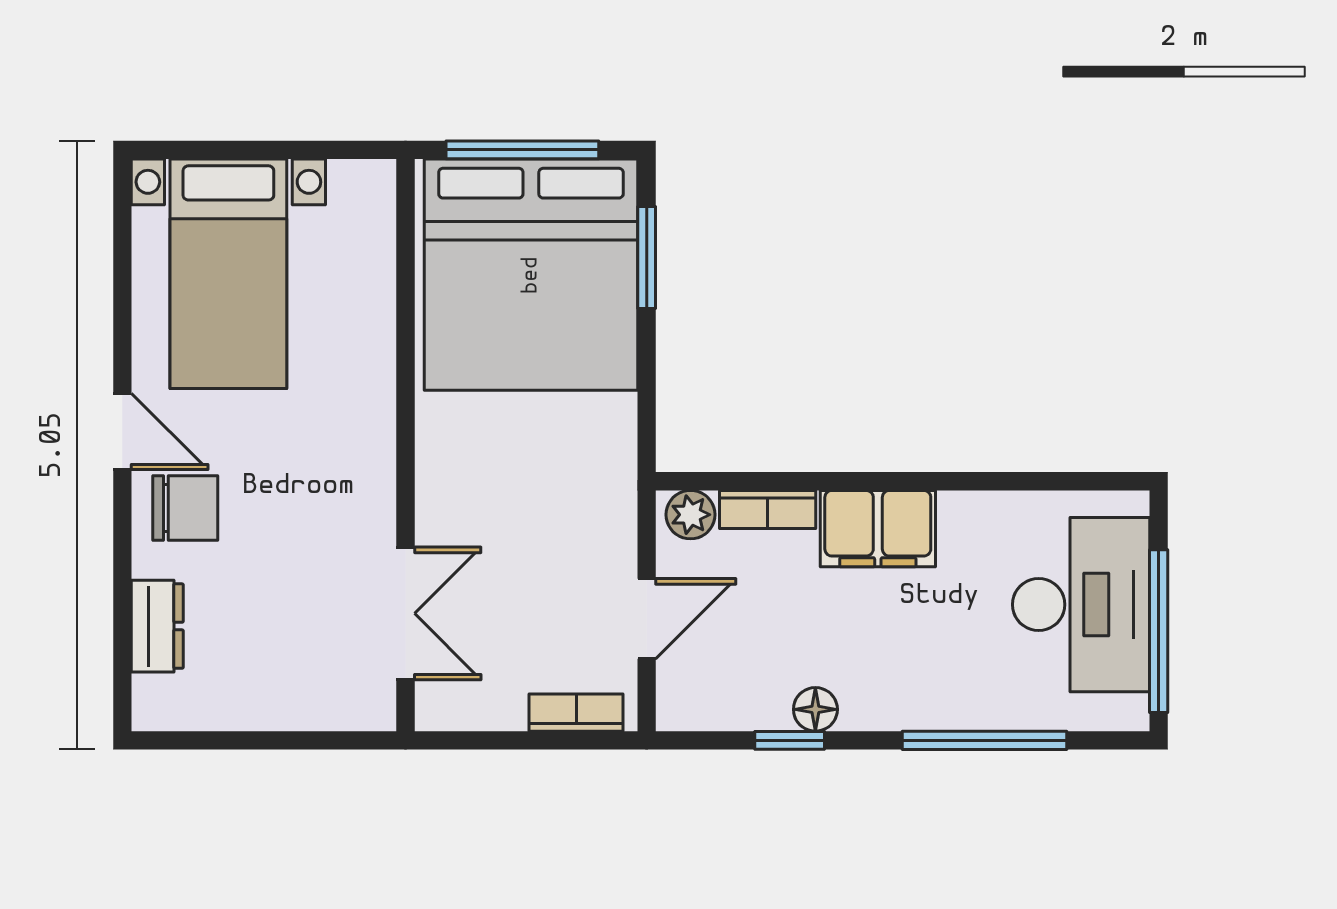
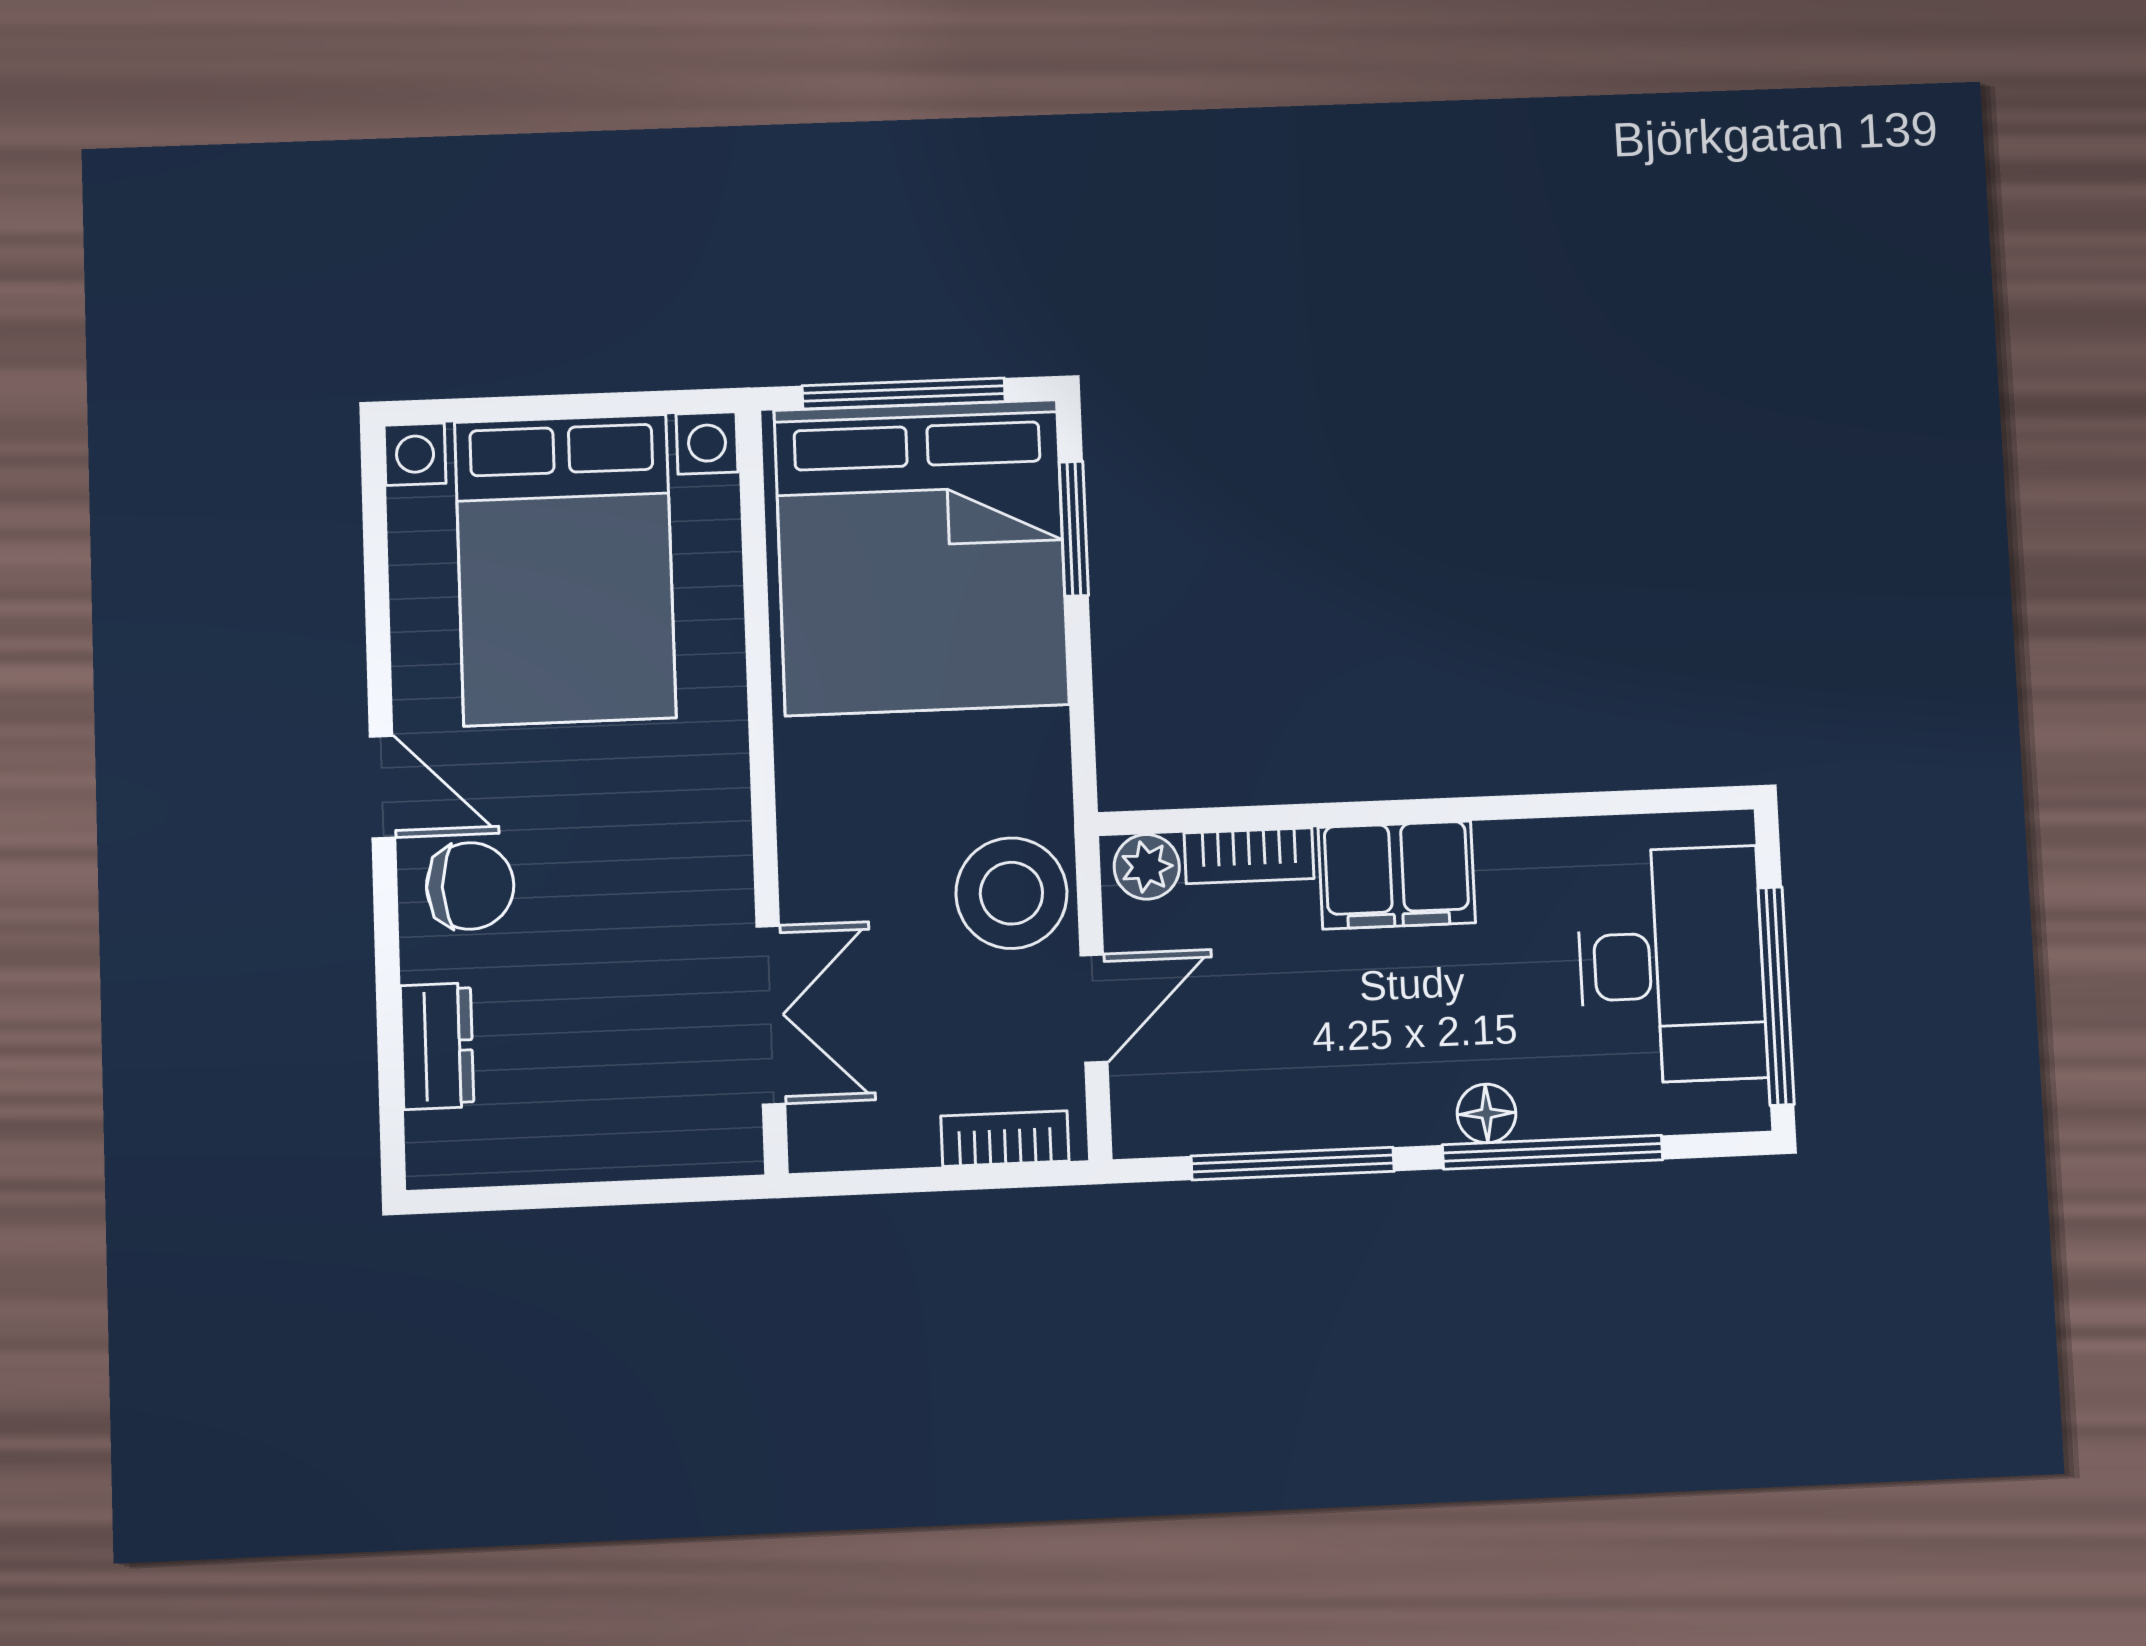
bed with nightstands: (228, 274) -> (565, 570), width x1.36
stool: (588, 530) -> (1011, 893), added
floor lamp: (815, 709) -> (1487, 1113), moved
window: (790, 740) -> (1293, 1164), width x2.17

